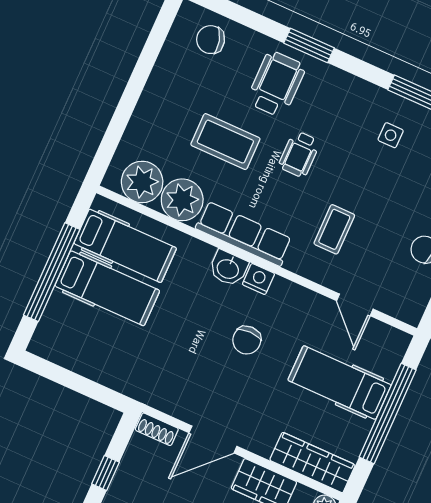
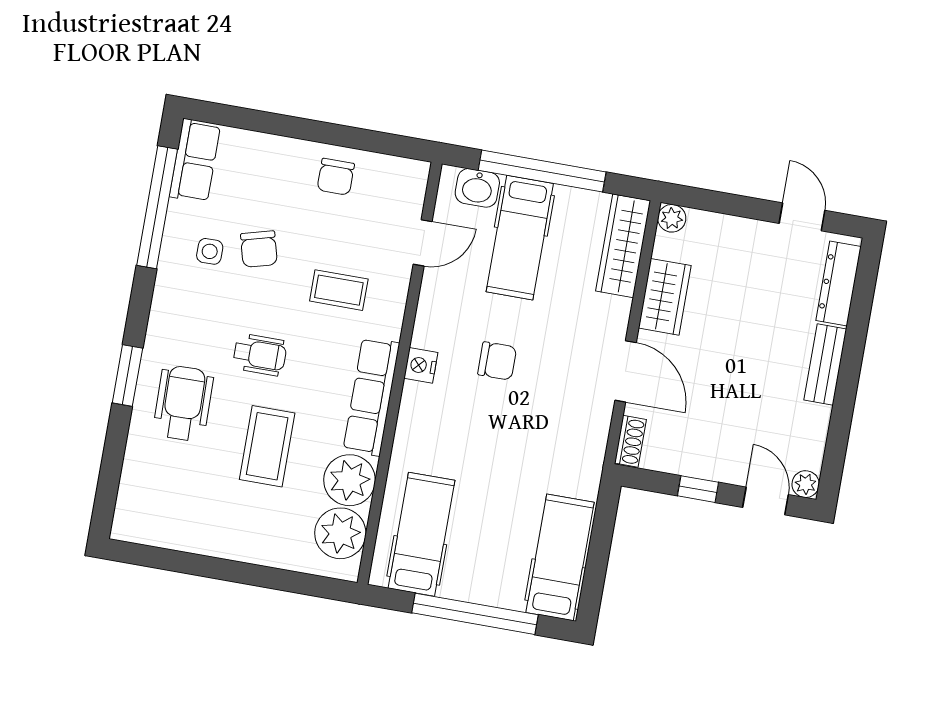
chair: (211, 40) -> (259, 249), moved
wheelchair: (276, 84) -> (183, 403), turned 89
washbasin: (228, 268) -> (477, 188), moved, turned 90
hospital bed: (107, 288) -> (560, 557), moved

